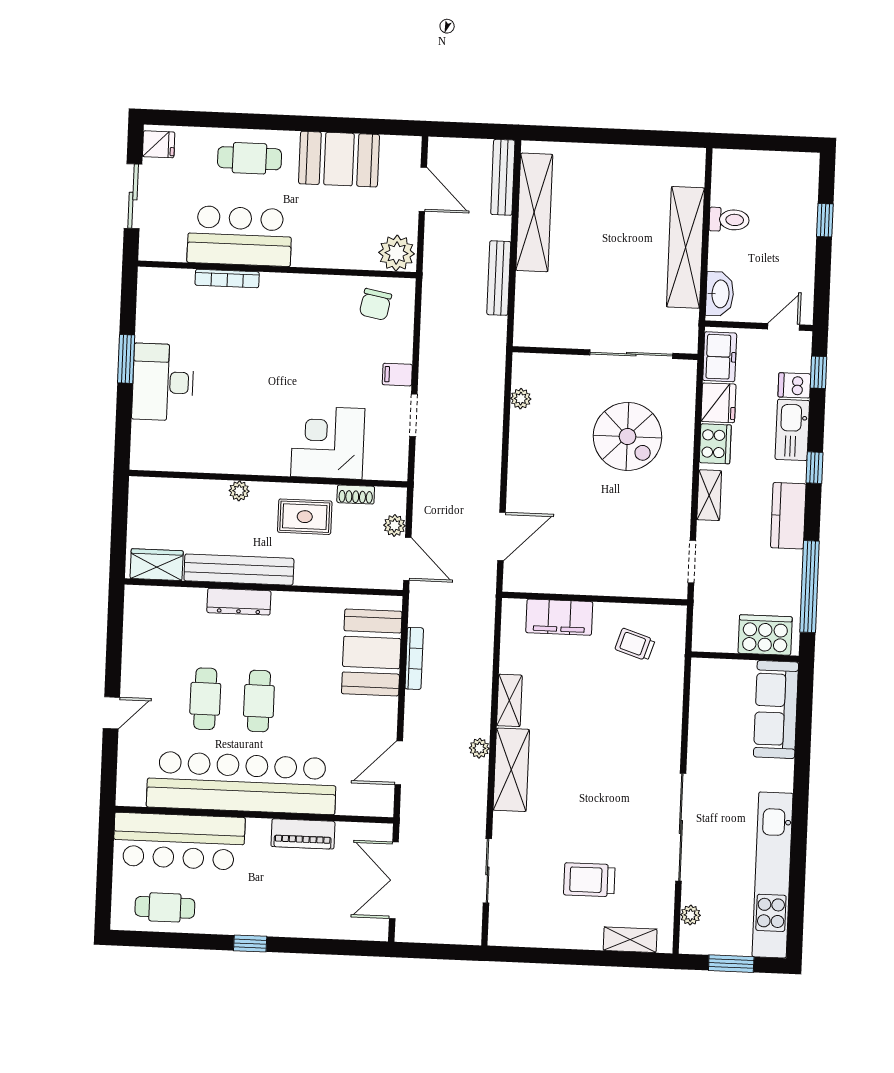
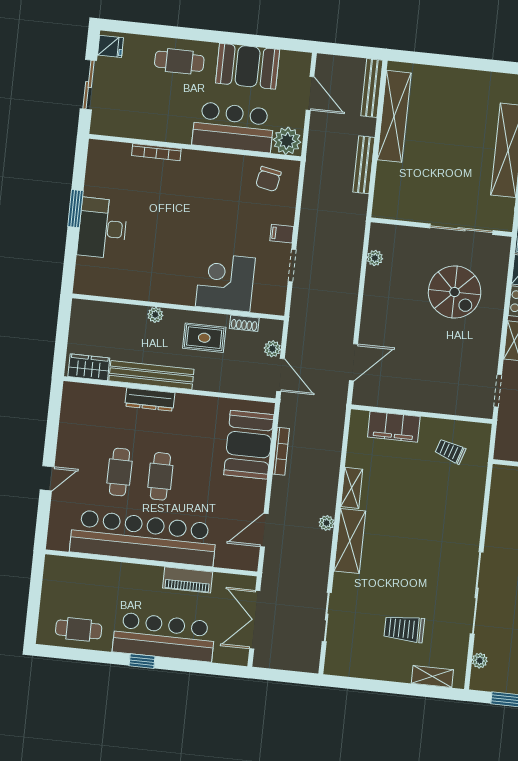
bar counter: (240, 236) -> (233, 127), moved
bar counter: (179, 841) -> (164, 637), moved, turned 180

